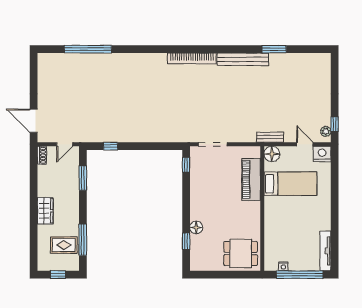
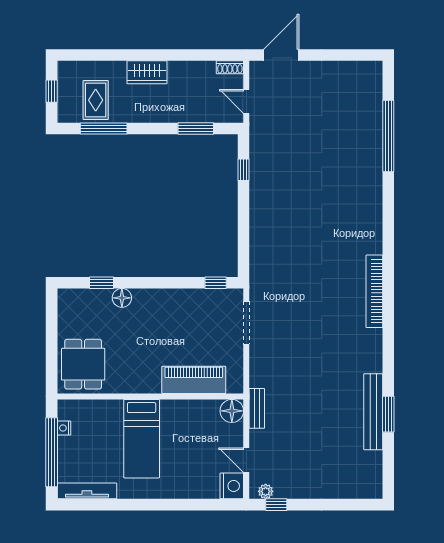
bench: (243, 59) -> (373, 412), moved
door: (305, 144) -> (246, 460), swing flipped
bed: (290, 184) -> (142, 439), moved

